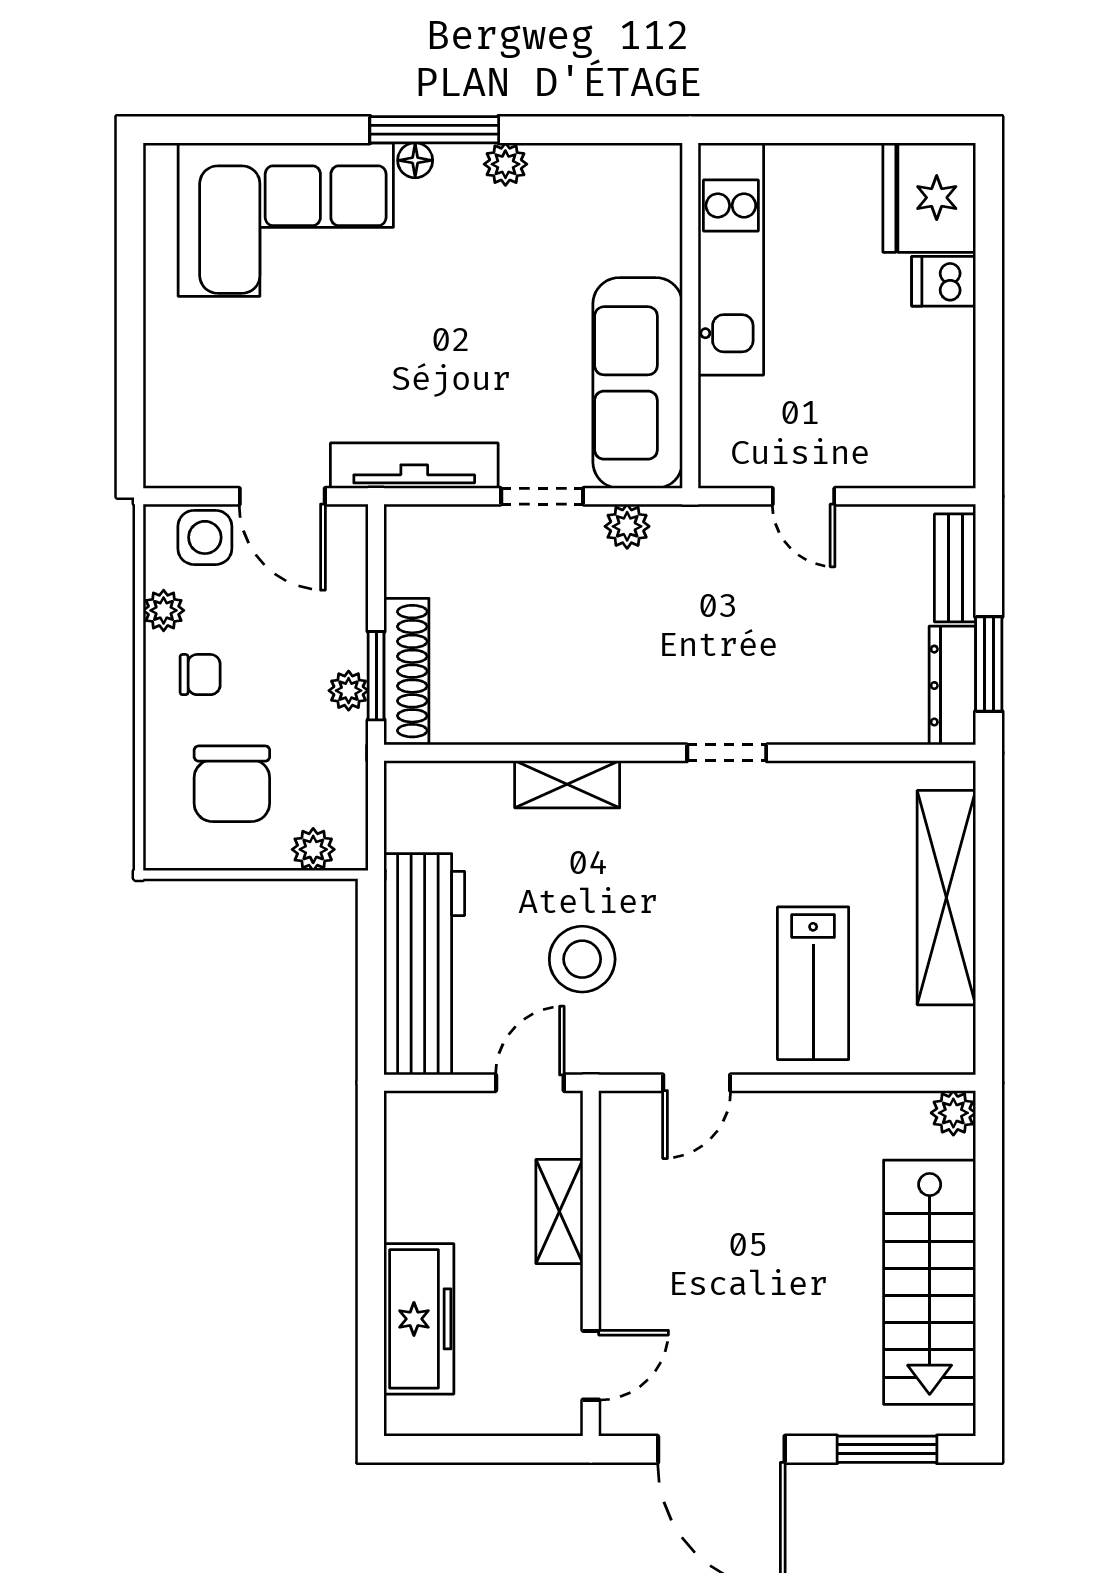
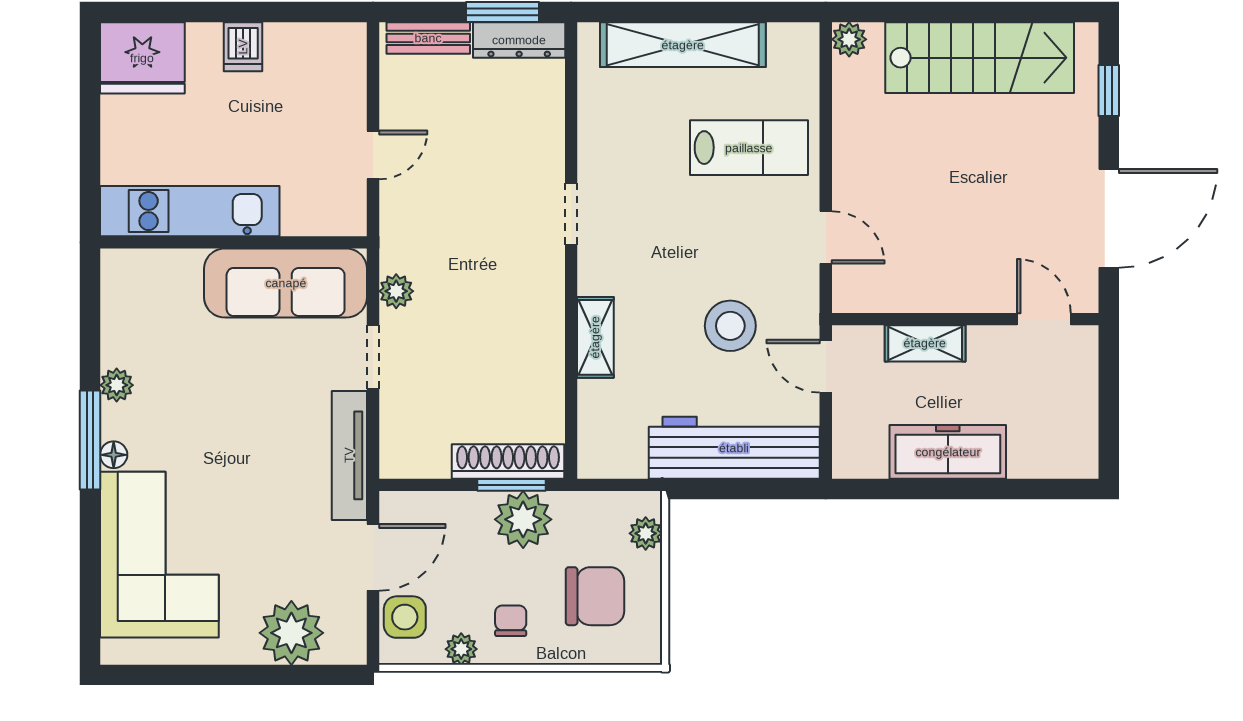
dishwasher: (944, 281) -> (243, 47), moved
plant: (184, 390) -> (291, 633), added
plant: (349, 691) -> (523, 519), width x1.87, depth x1.87
freezer: (419, 1319) -> (948, 452), moved
window: (887, 1449) -> (1109, 91), width x0.67

